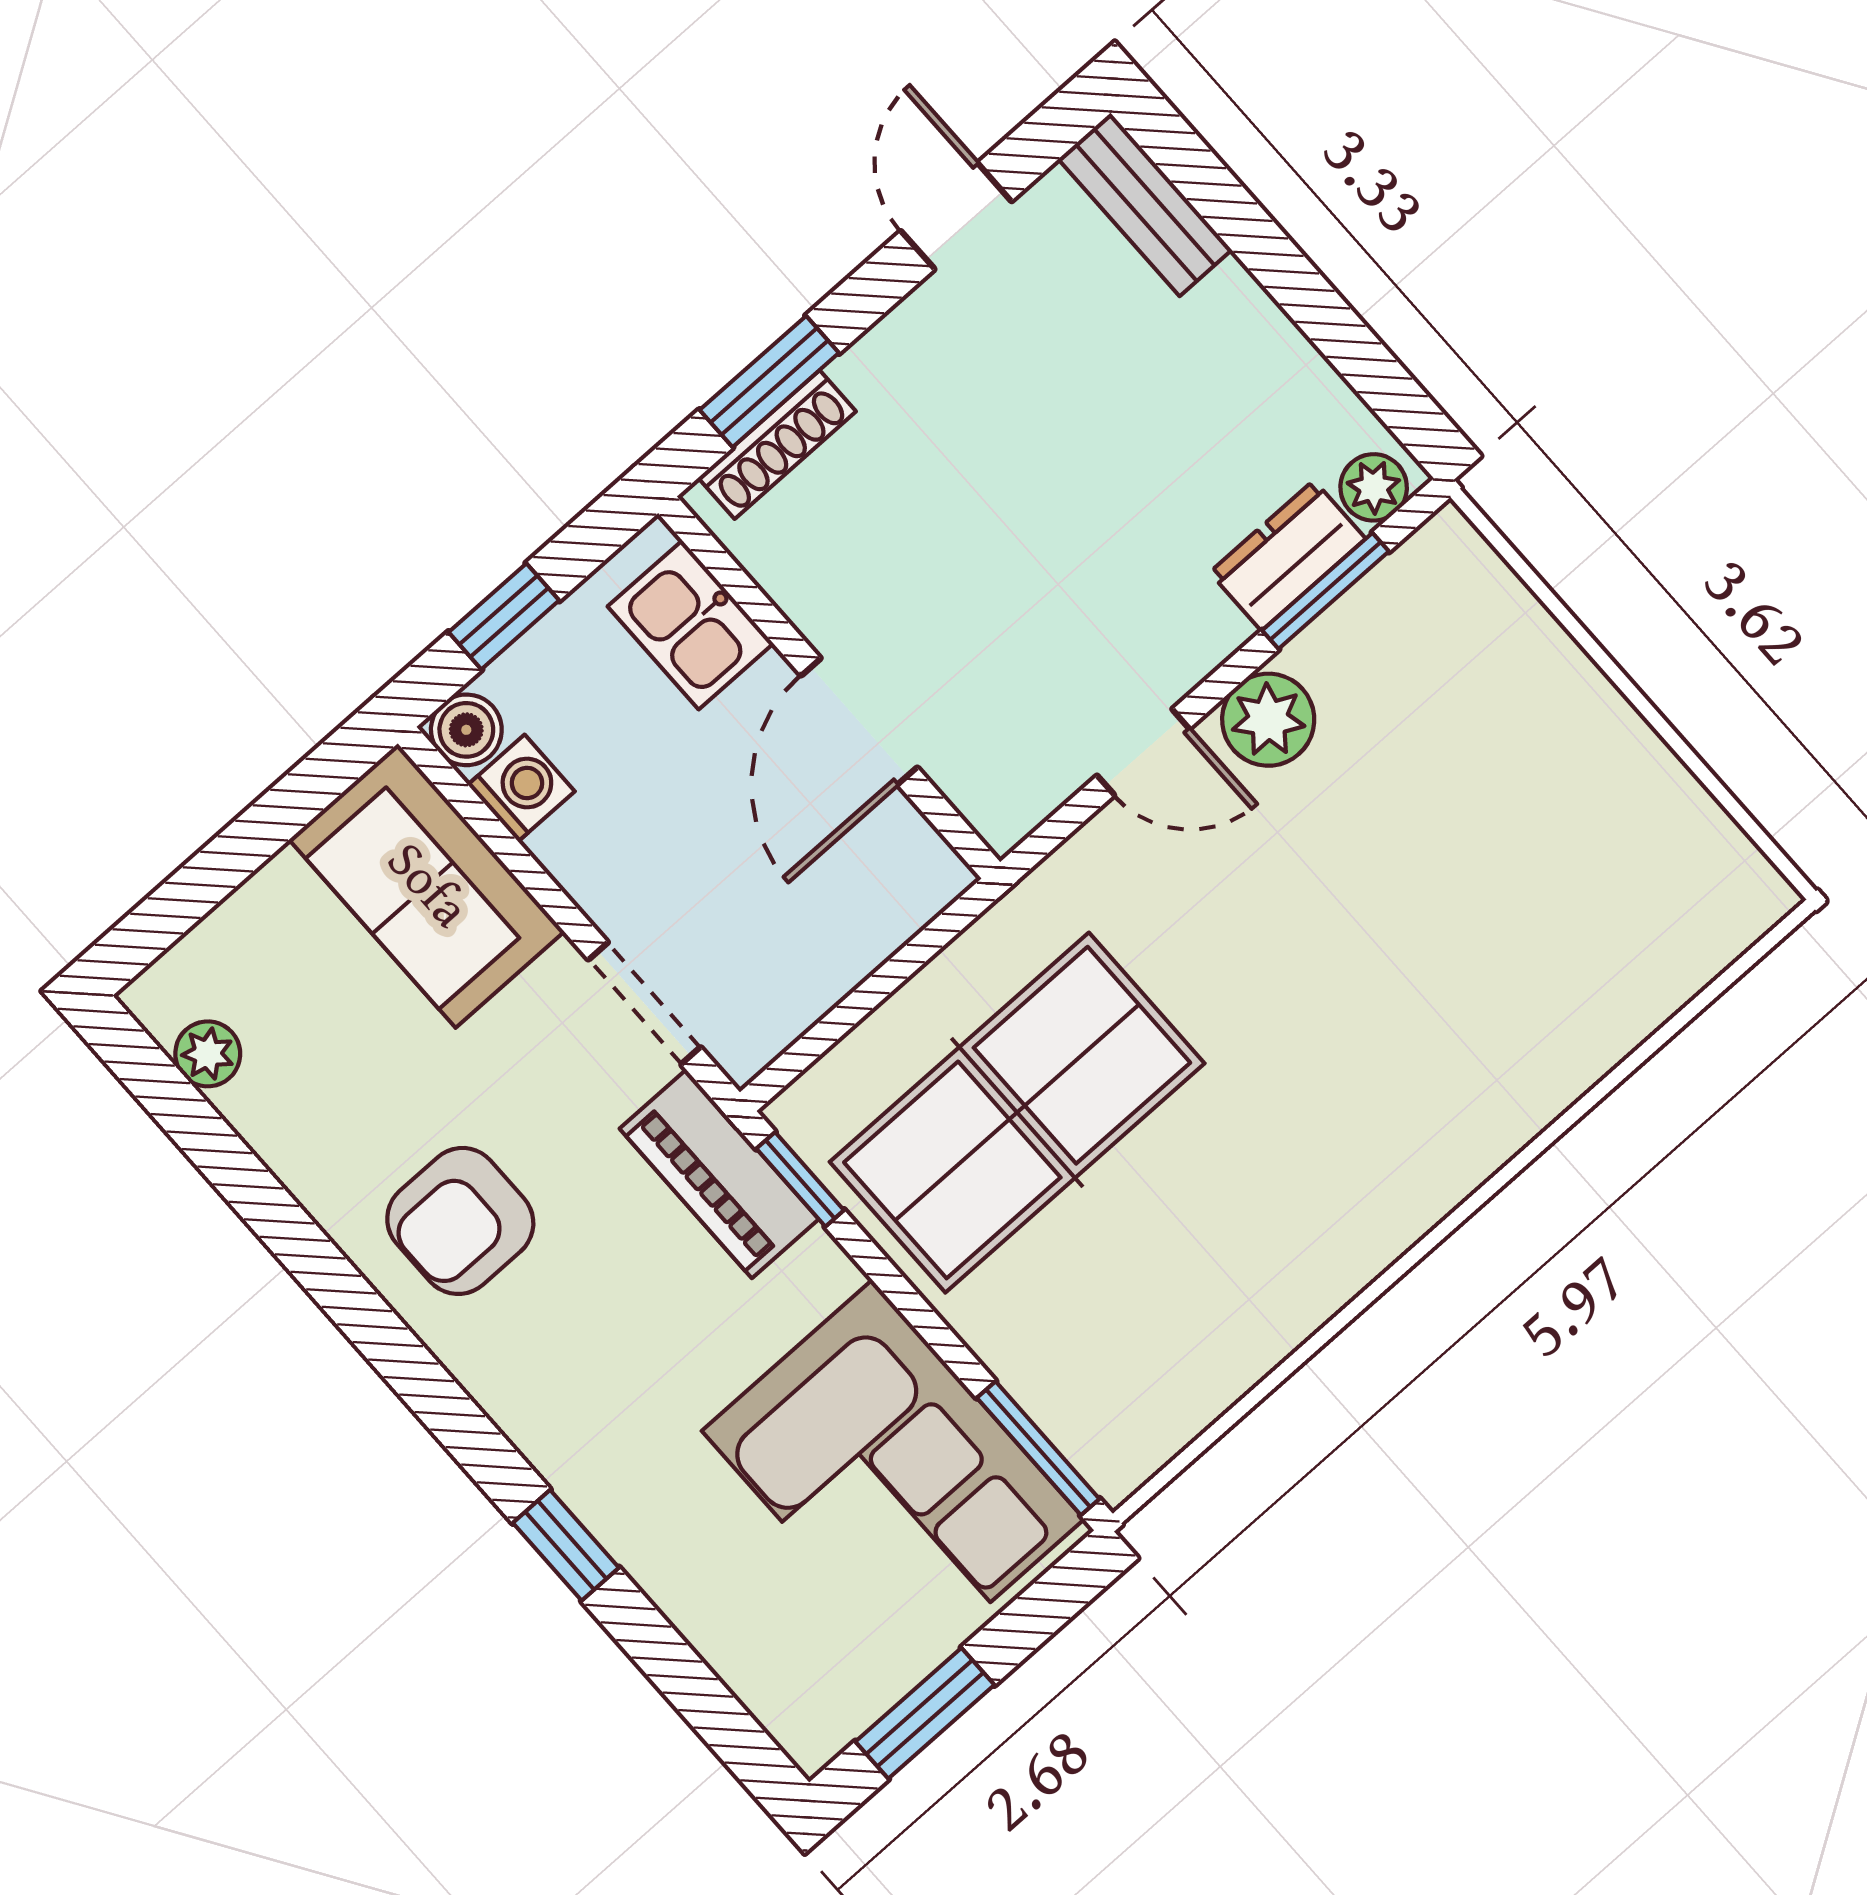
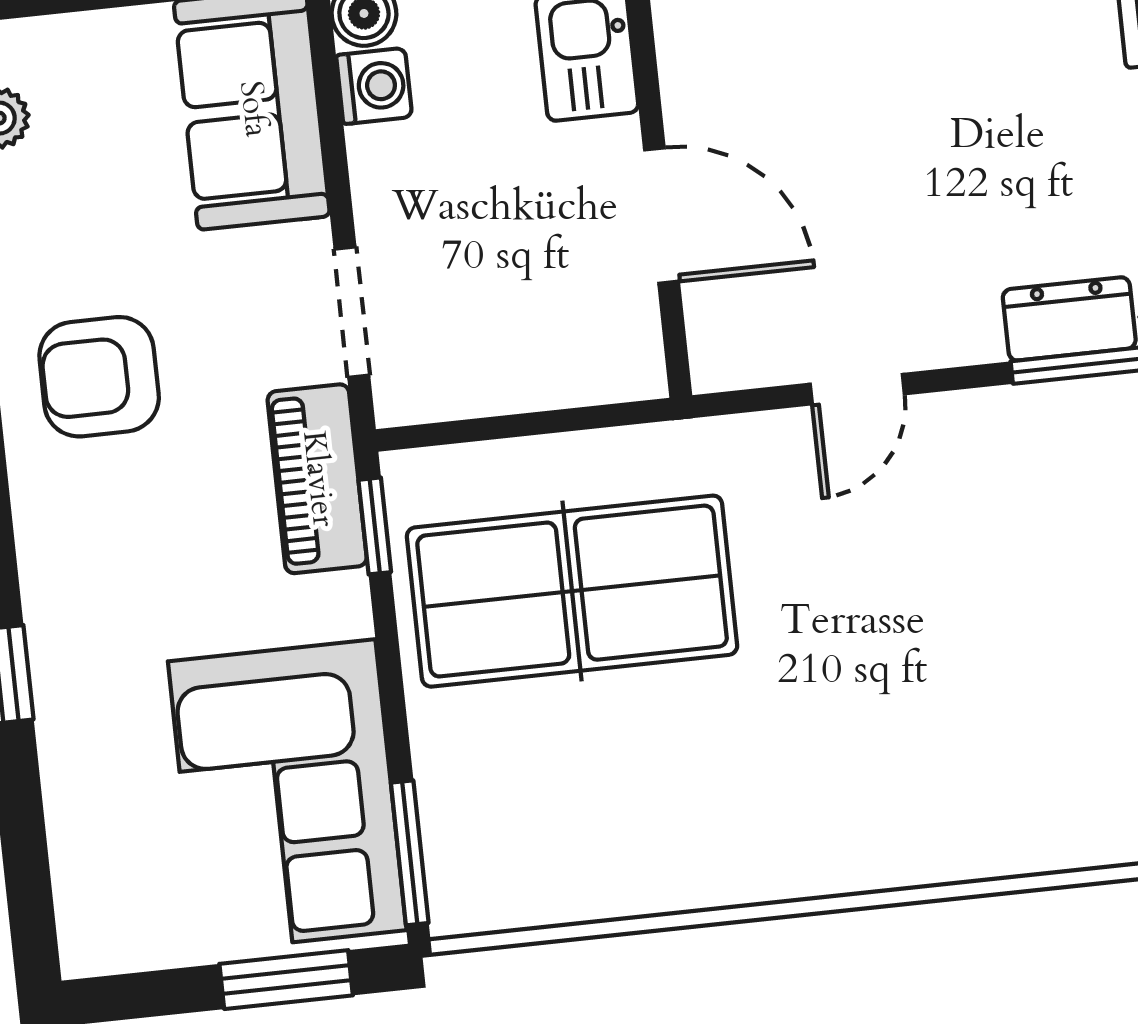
plant: (1268, 720) -> (968, 431), removed
door: (859, 722) -> (662, 216), swing flipped
door: (1143, 752) -> (857, 389), hinge flipped
window: (925, 1713) -> (286, 980), moved

